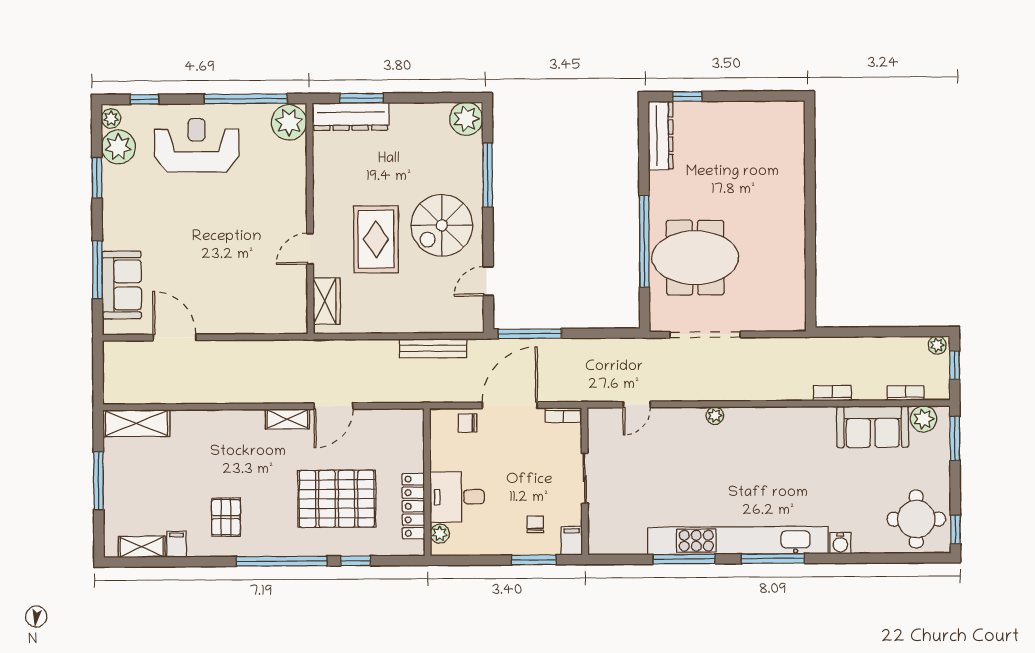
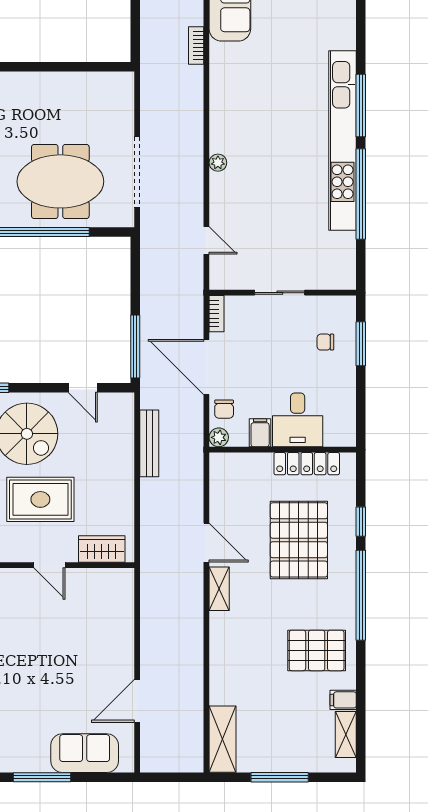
meeting table: (695, 258) -> (60, 181), turned 90
window: (97, 270) -> (42, 777), moved
pallet: (226, 517) -> (317, 650), width x1.50, depth x1.42
plant: (440, 534) -> (219, 437), moved
filing cabinet: (572, 541) -> (260, 433), moved, turned 90
water cooler: (840, 543) -> (346, 38), removed
window: (684, 559) -> (361, 194), width x1.46

